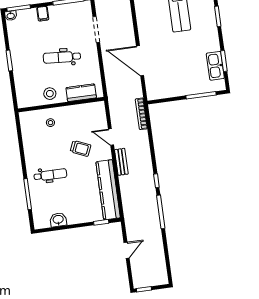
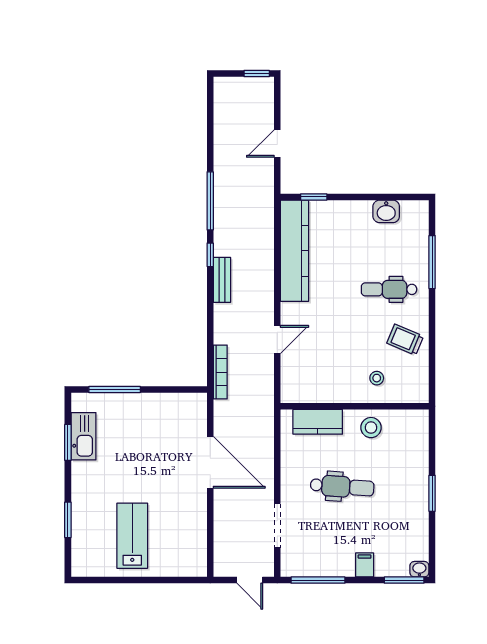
door: (111, 137) -> (277, 340), hinge flipped
trolley: (81, 148) -> (405, 340), moved
bench: (121, 162) -> (222, 280), moved

